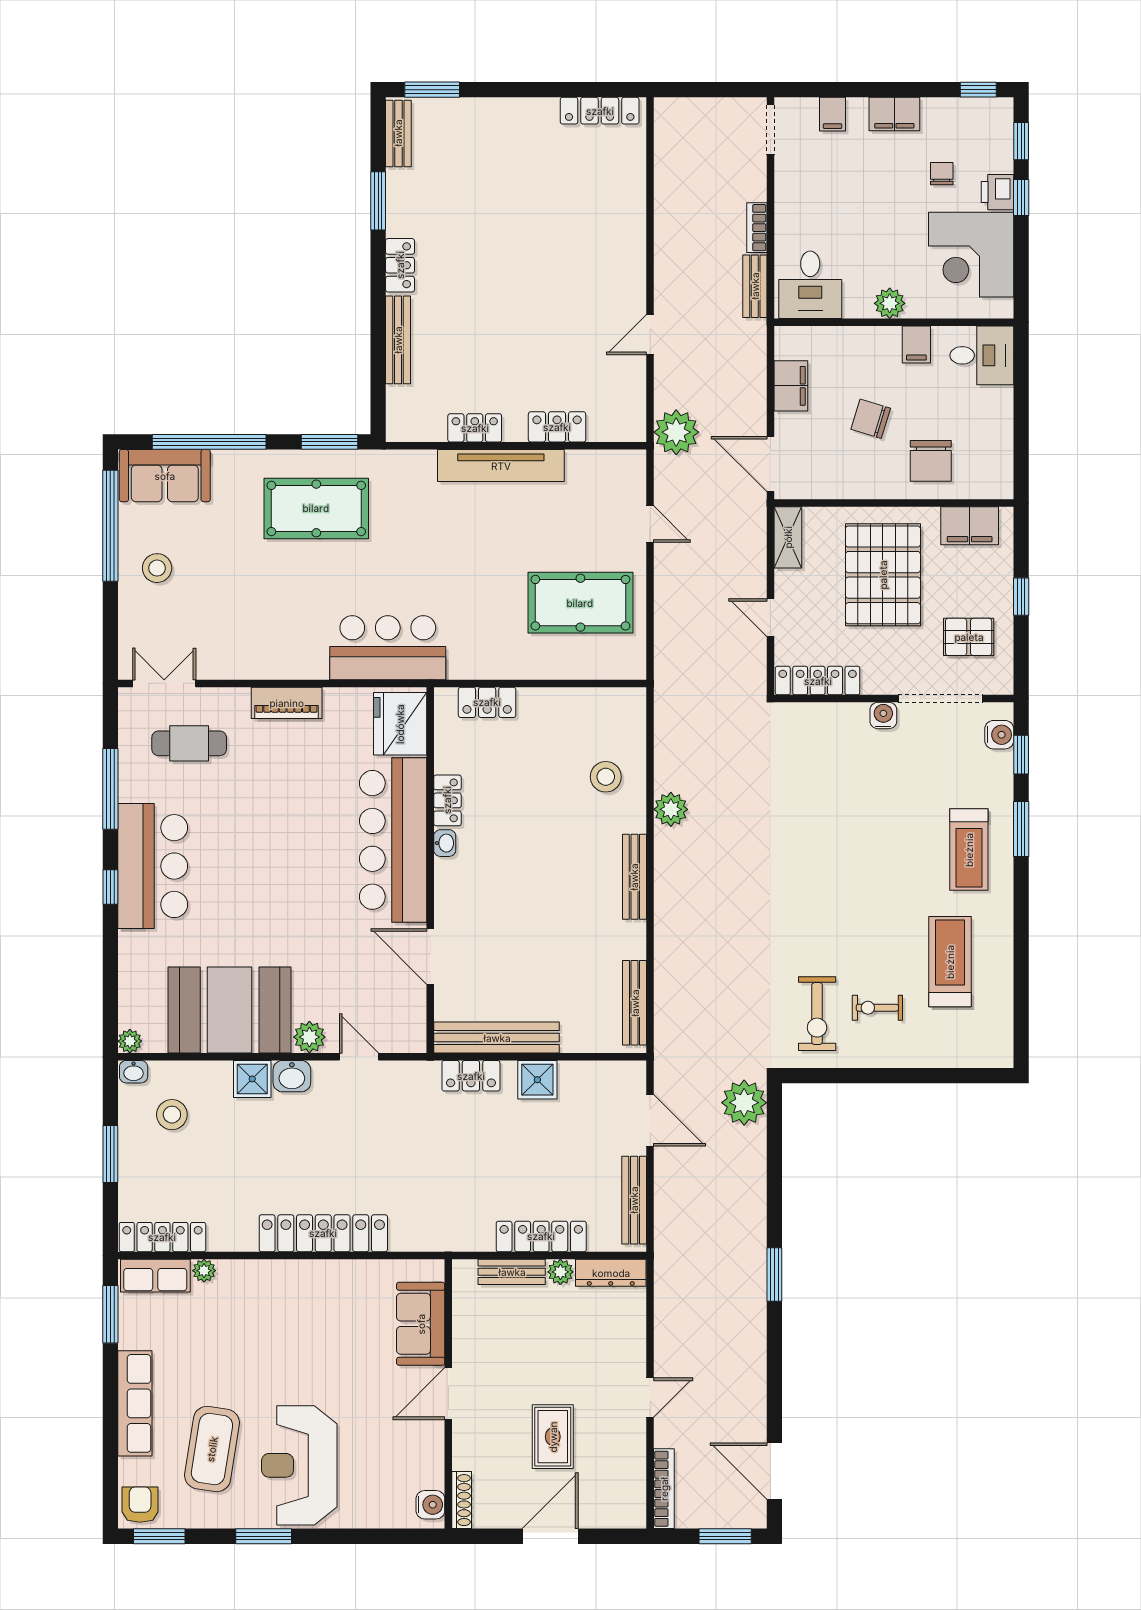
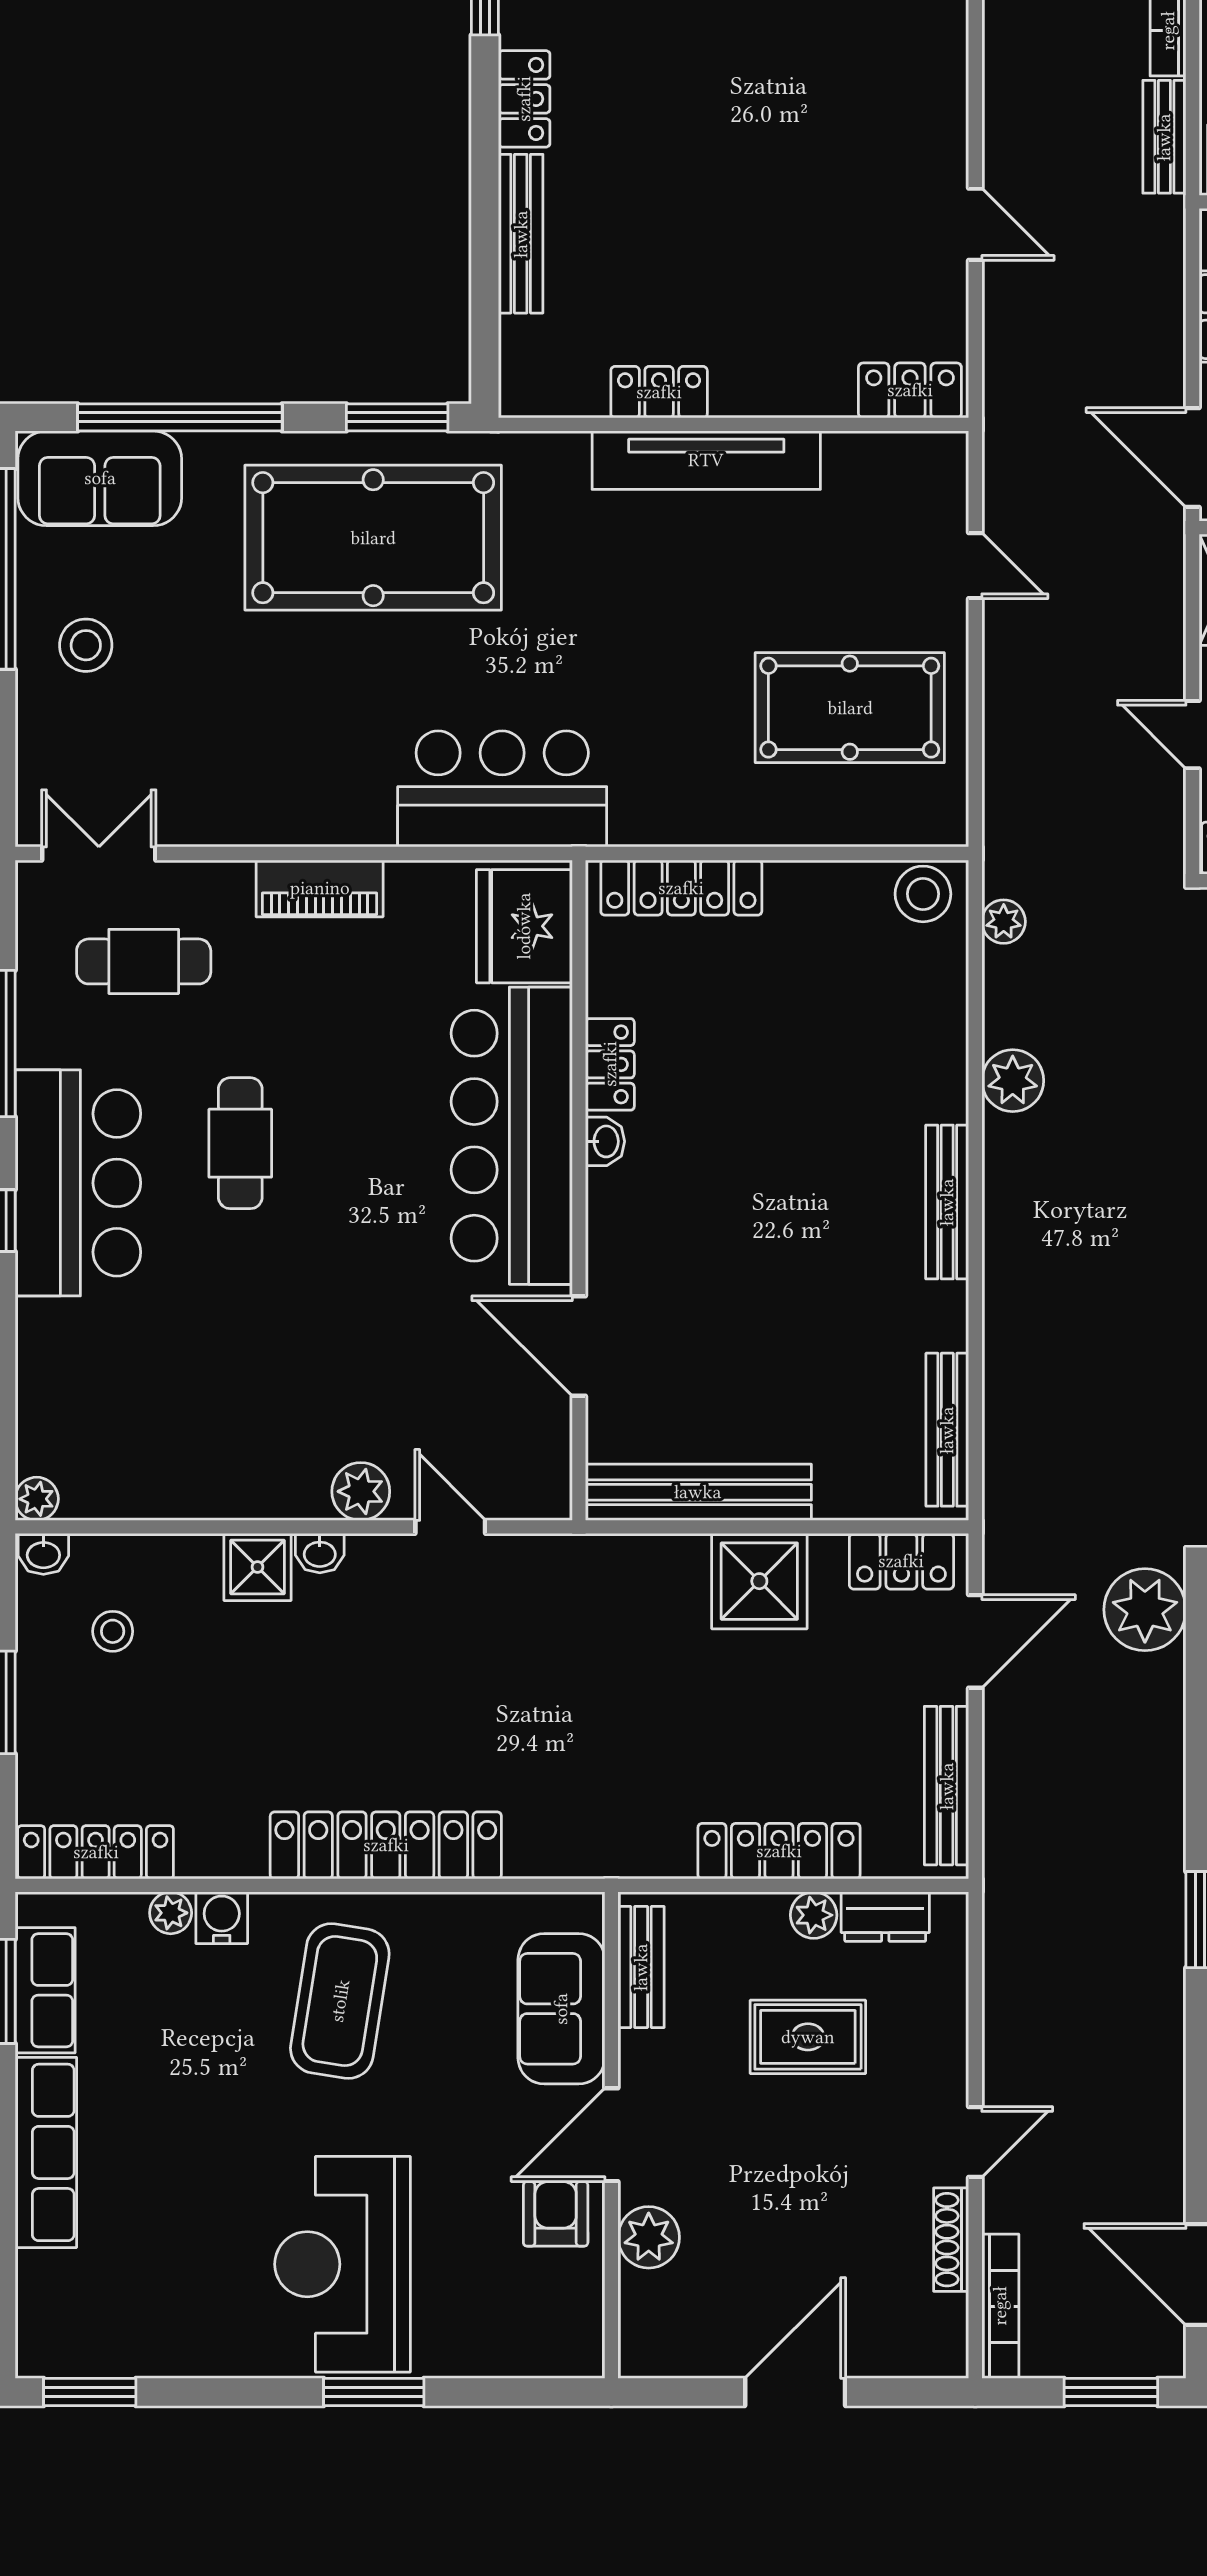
door: (650, 335) -> (975, 224), swing flipped
locker: (557, 427) -> (910, 390), moved
plant: (676, 432) -> (1004, 922), moved, width x0.53, depth x0.53
pool table: (316, 508) -> (373, 538), width x1.36, depth x1.32
locker: (487, 702) -> (681, 888), width x1.53
stool: (606, 777) -> (923, 894), moved
cafe table: (243, 844) -> (240, 1143), added
booth: (230, 1010) -> (217, 1443), removed
washbasin: (292, 1076) -> (320, 1553), width x0.72, depth x0.69
locker: (471, 1076) -> (901, 1561), moved
shower: (537, 1080) -> (759, 1581), width x1.36, depth x1.36
stool: (172, 1115) -> (113, 1631), width x0.73, depth x0.73
door: (650, 1120) -> (975, 1641), hinge flipped
bench: (512, 1272) -> (641, 1967), moved, turned 90
dresser: (611, 1273) -> (885, 1917), width x0.70
row of seats: (155, 1276) -> (45, 1990), moved, turned -90
rug: (553, 1437) -> (808, 2037), moved, turned 90
coffee table: (212, 1449) -> (340, 2001), moved
plant: (469, 1450) -> (649, 2237), added
shoe rack: (462, 1500) -> (951, 2240), moved, turned 180
armchair: (140, 1505) -> (556, 2214), moved
water cooler: (430, 1505) -> (222, 1918), moved, turned -90
window: (264, 1536) -> (374, 2392), moved

